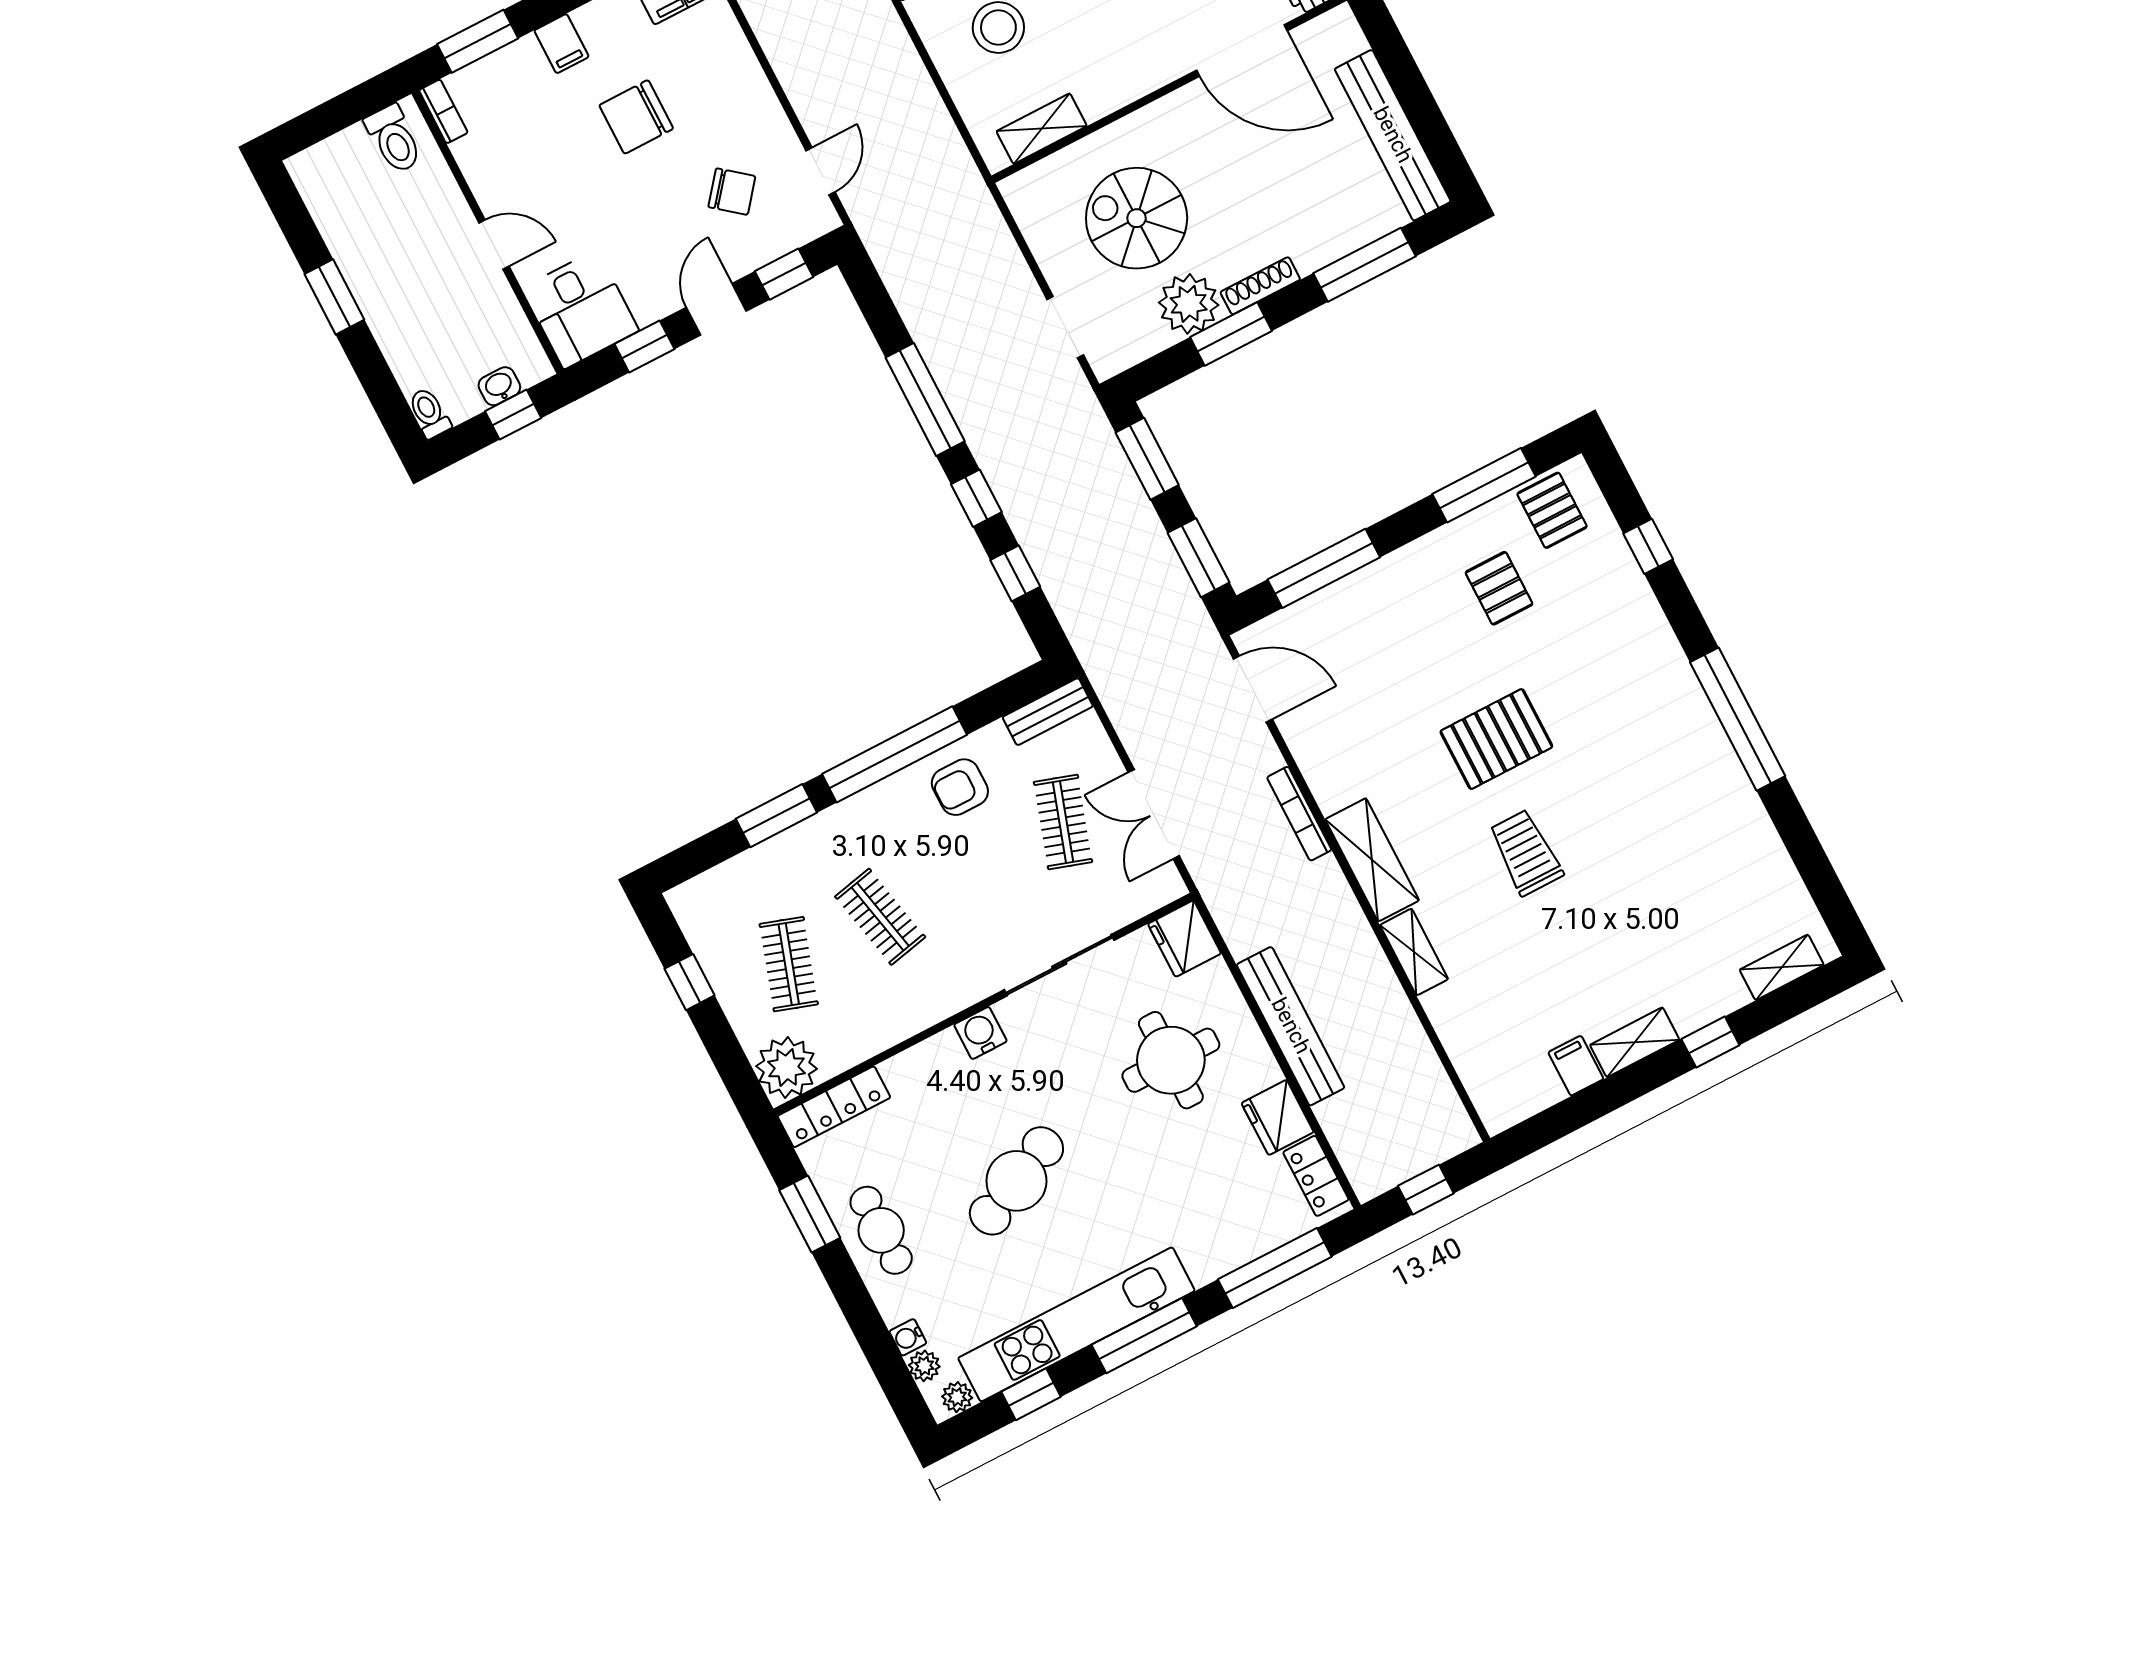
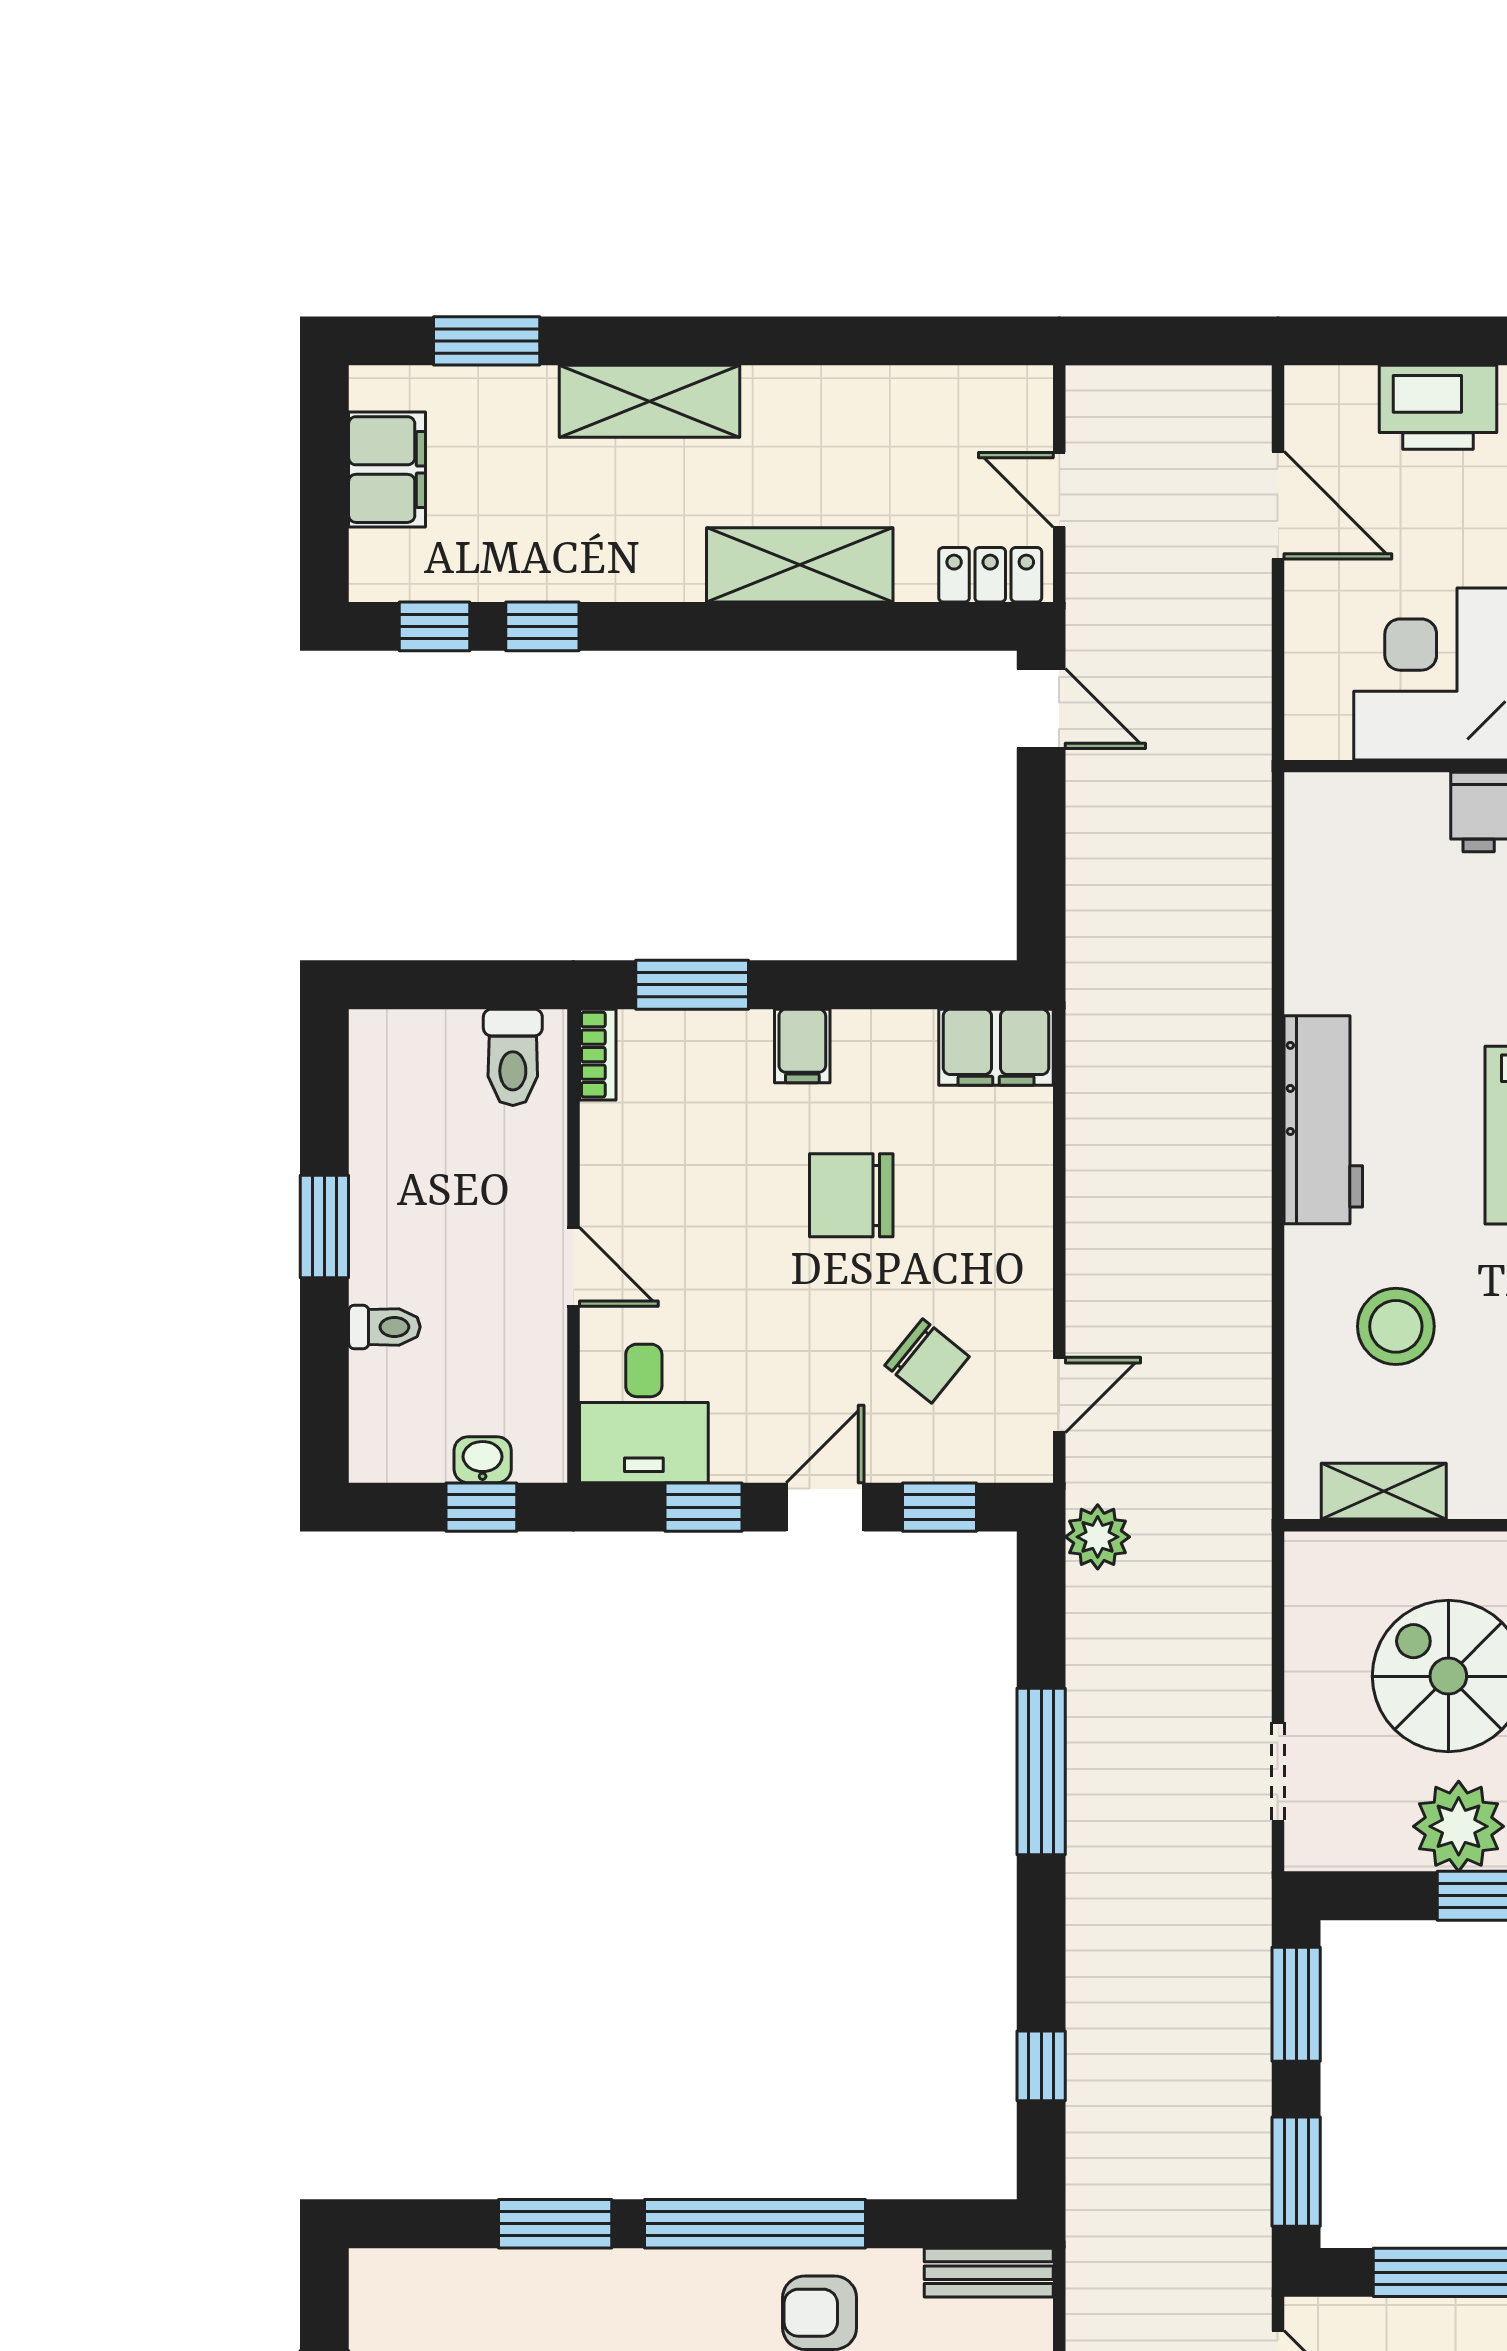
plant: (887, 243) -> (1098, 1537), added
toilet: (429, 413) -> (384, 1327), moved, turned 90
window: (976, 498) -> (1041, 1939), removed

